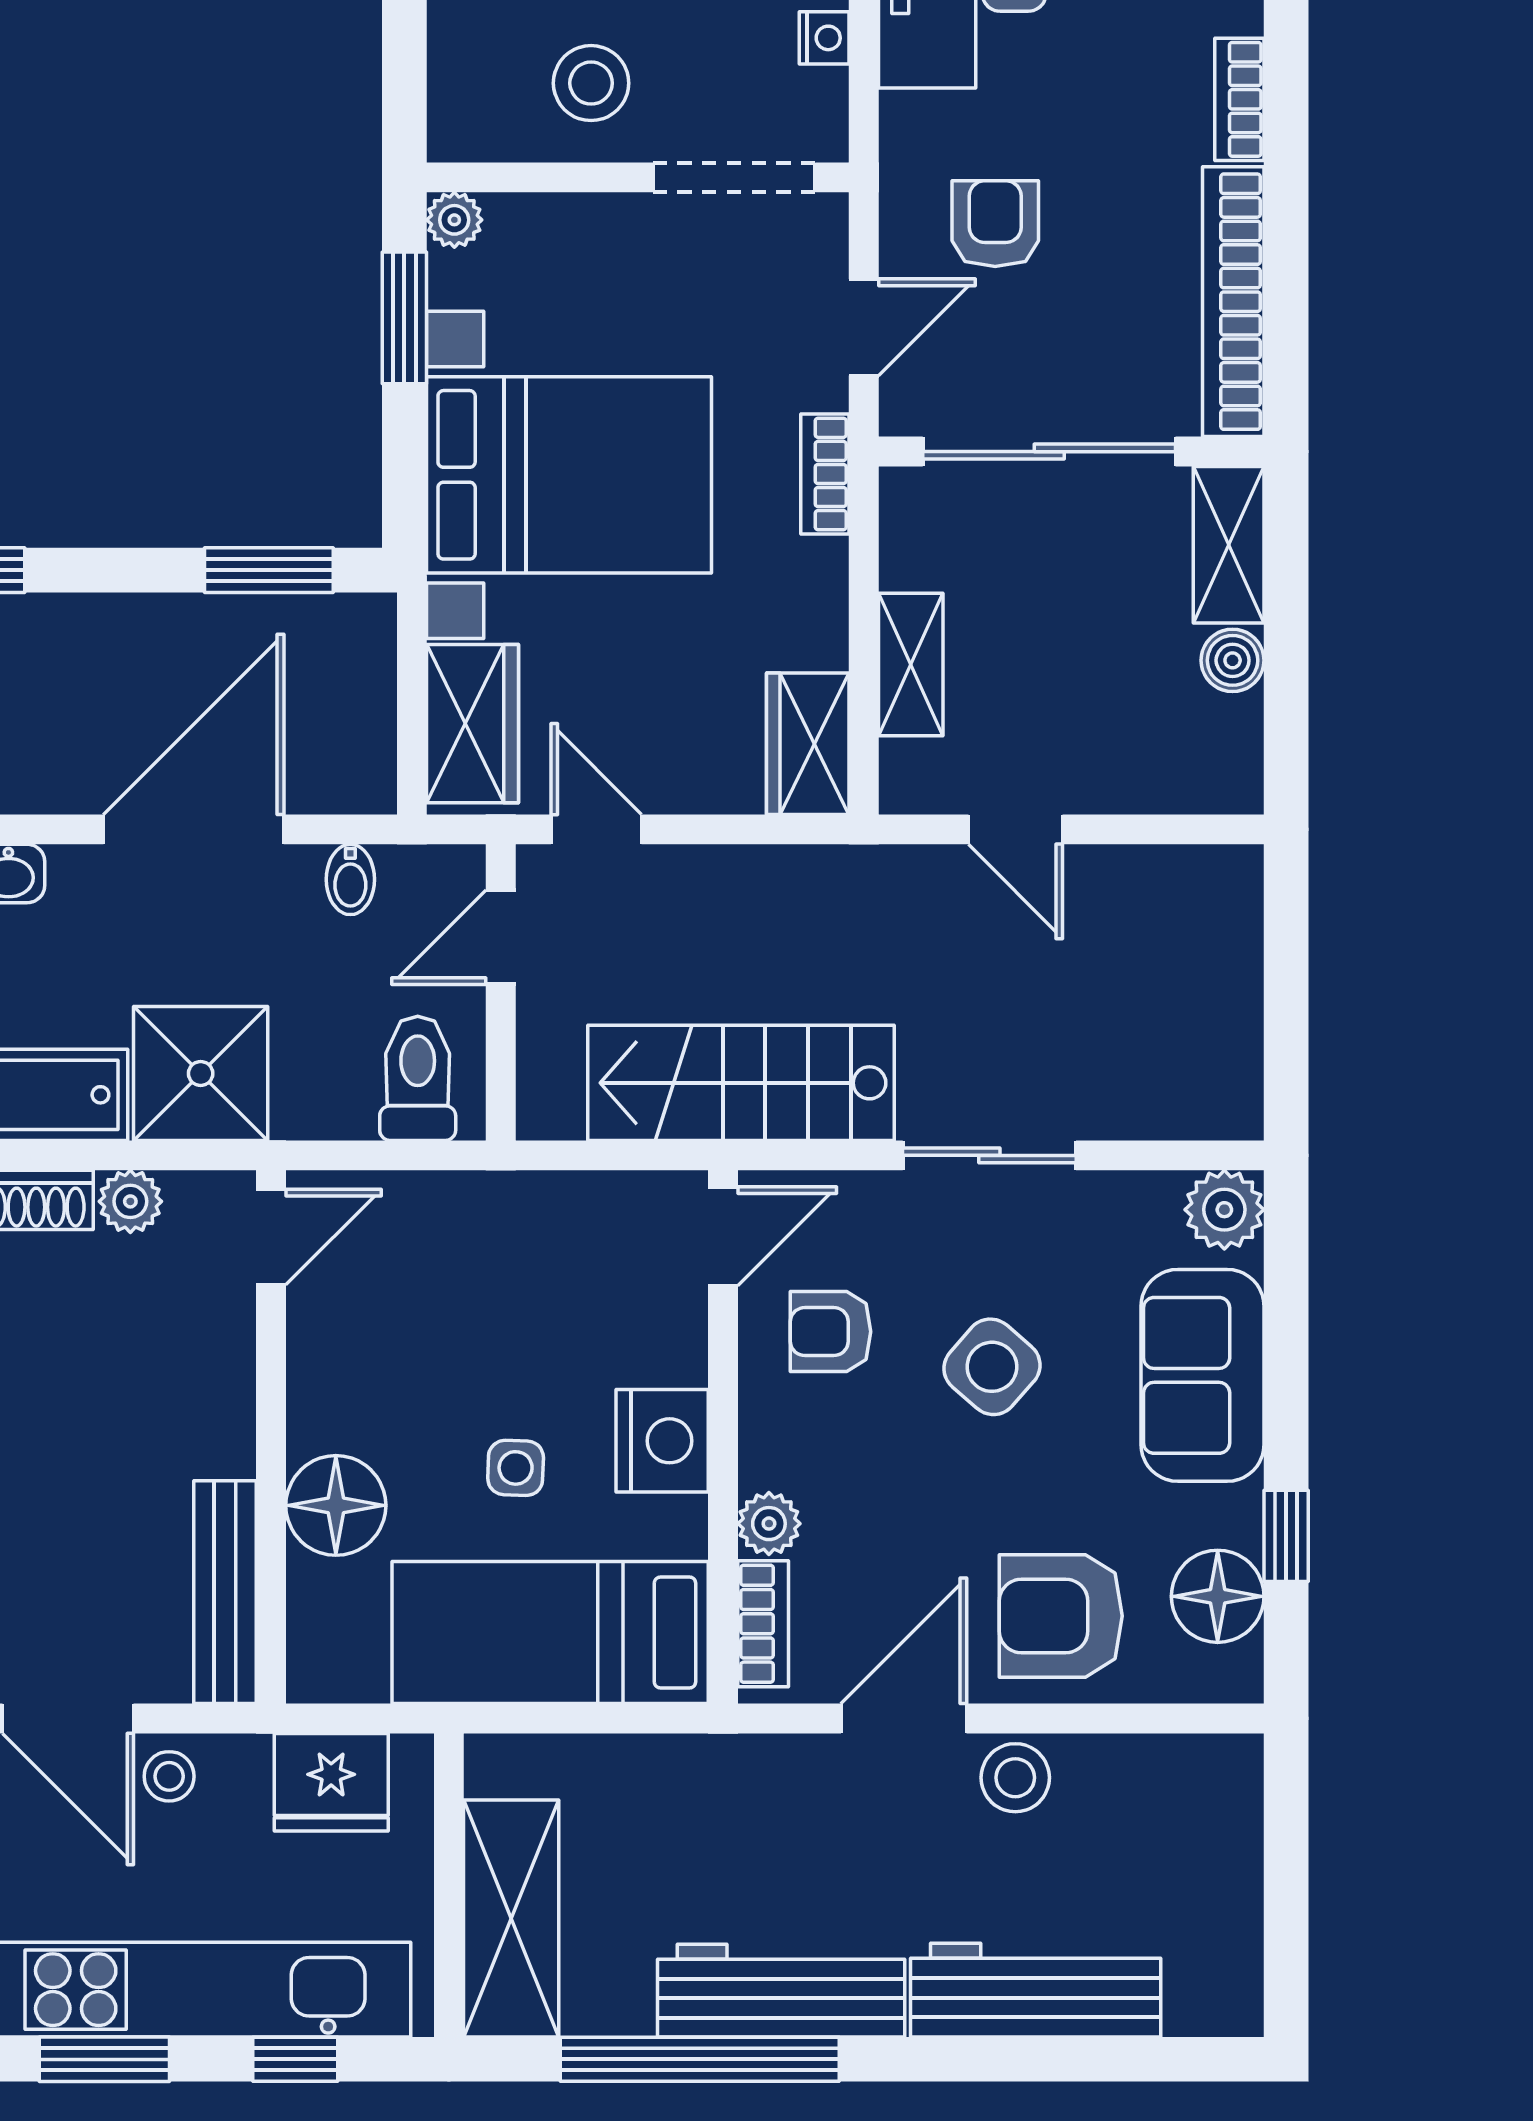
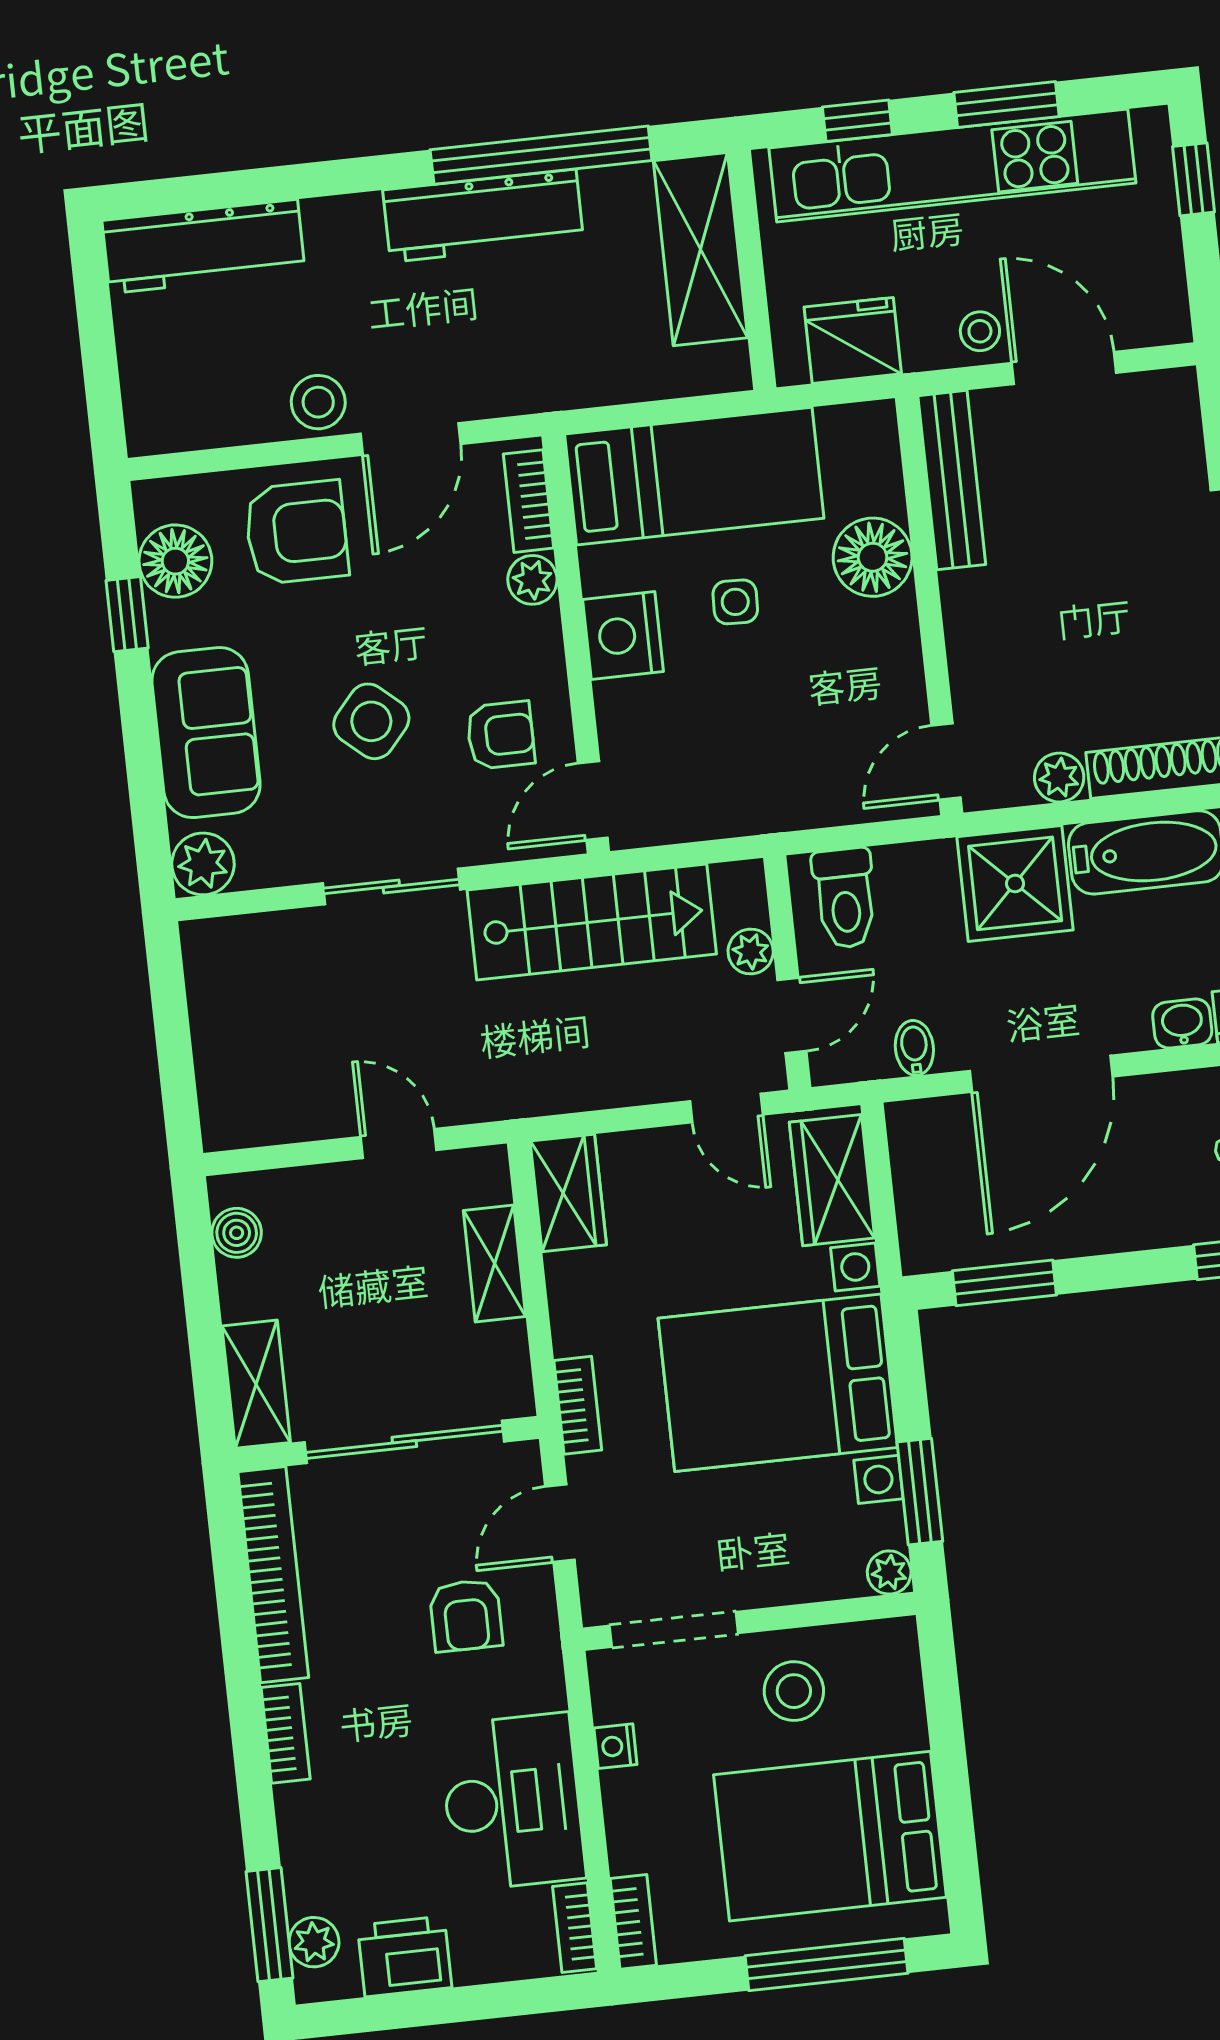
boiler: (1233, 660) -> (237, 1233), moved
plant: (544, 1024) -> (751, 952), added
workbench: (1036, 1990) -> (204, 247), moved

